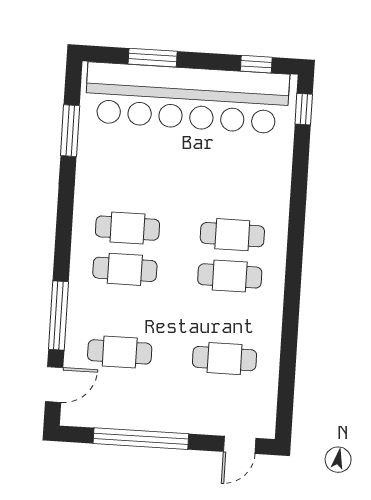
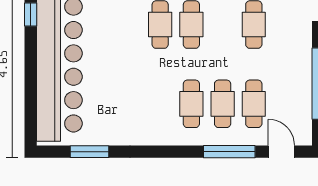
window: (153, 58) -> (31, 93), removed
cafe table: (127, 228) -> (223, 104), moved

